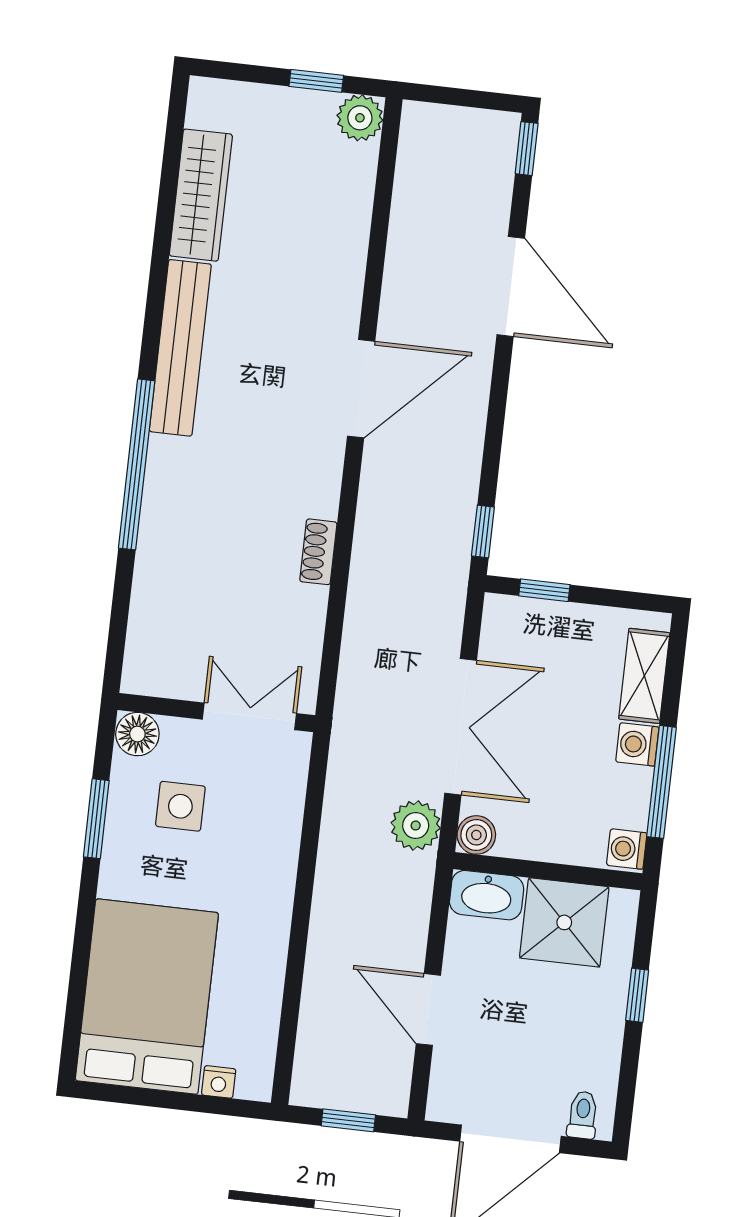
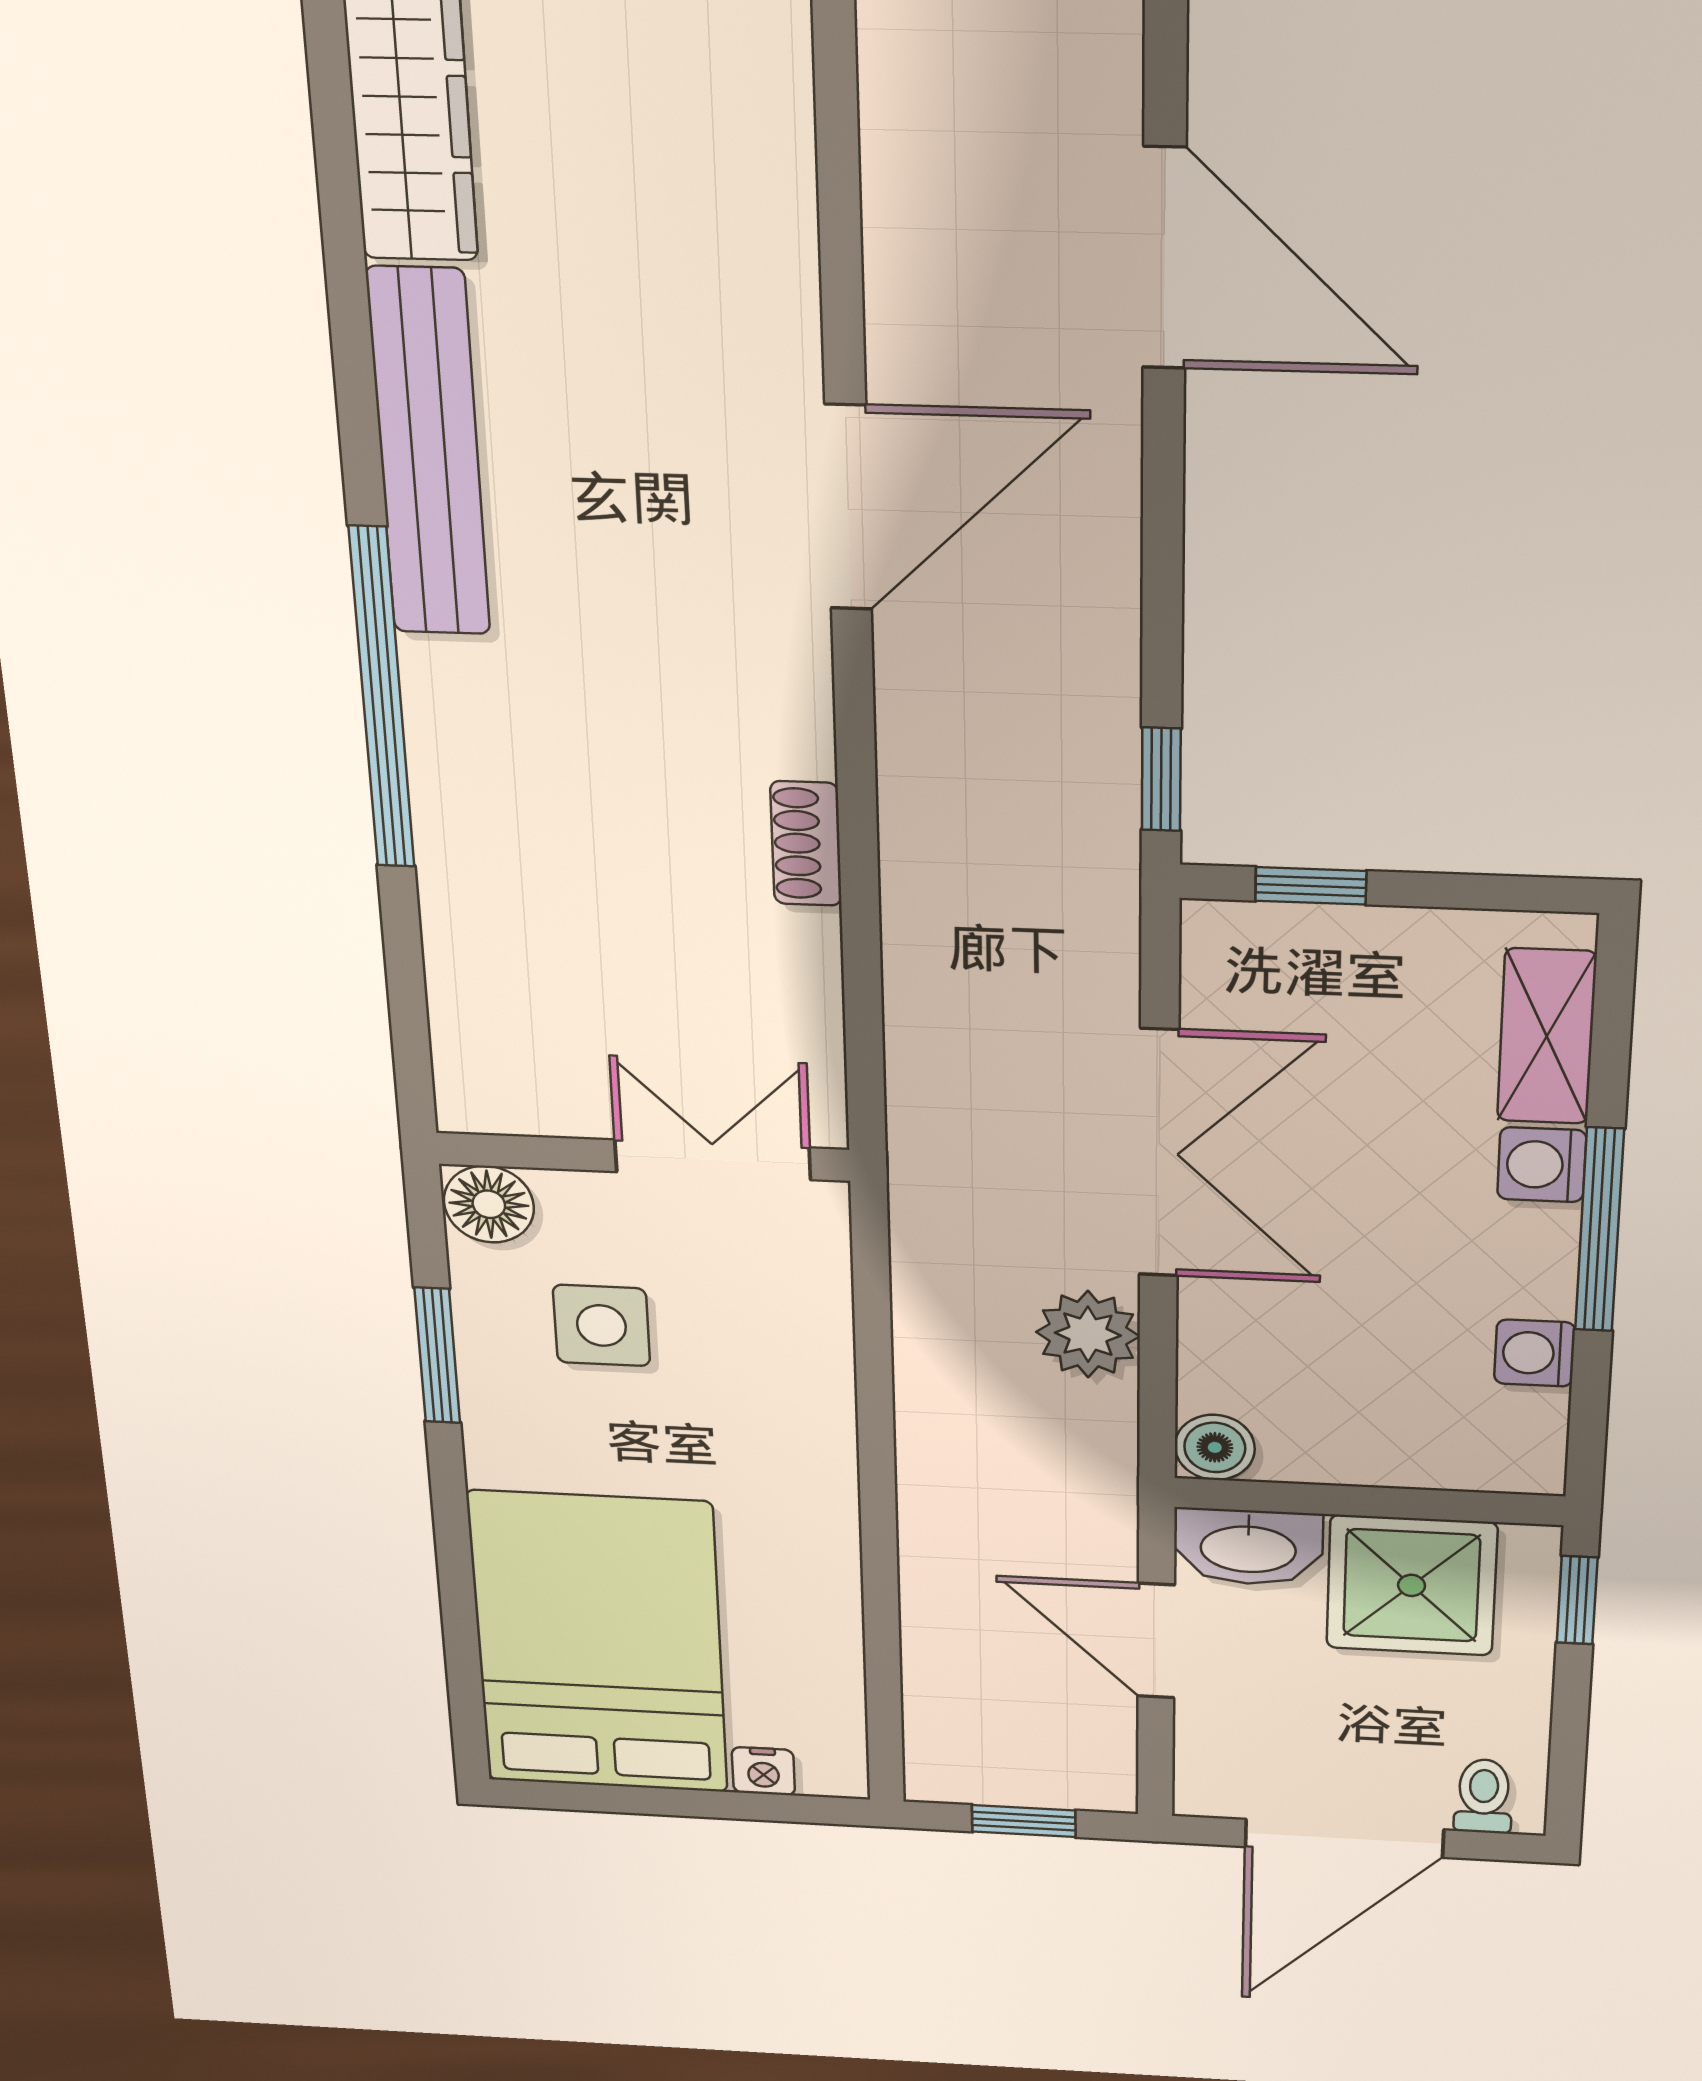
boiler: (476, 835) -> (1215, 1447), moved
wall: (548, 871) -> (1369, 1502), moved
washbasin: (487, 895) -> (1248, 1547), moved
shower: (564, 922) -> (1412, 1585), moved

